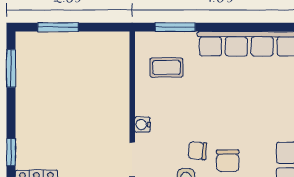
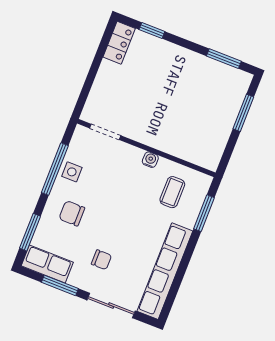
water cooler: (142, 125) -> (150, 160), moved
chair: (198, 151) -> (101, 260), moved, turned 85

